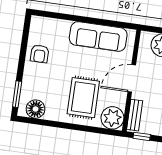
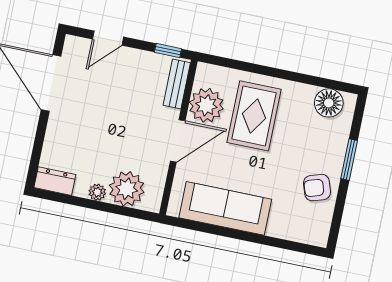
armchair: (40, 54) -> (317, 188), turned -108
window: (17, 94) -> (349, 160), moved
plant: (112, 118) -> (206, 105), moved

